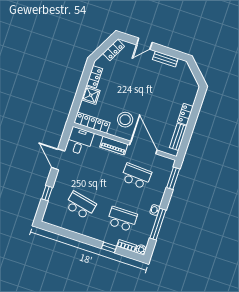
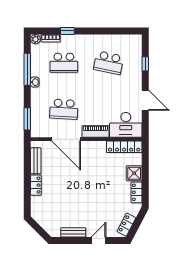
stool: (125, 120) -> (93, 160), removed
desk: (80, 141) -> (126, 125), width x1.37

